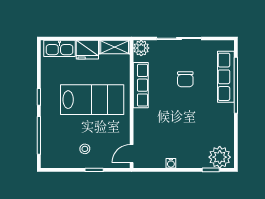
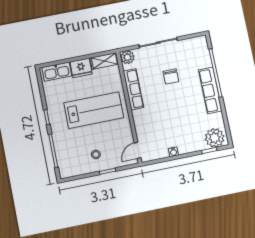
row of seats: (226, 77) -> (210, 90), moved

